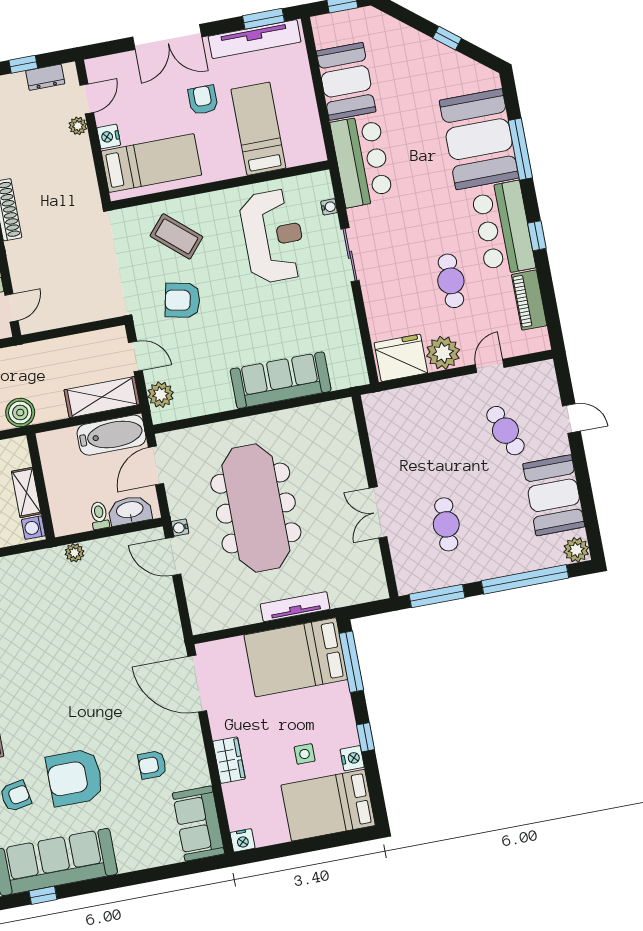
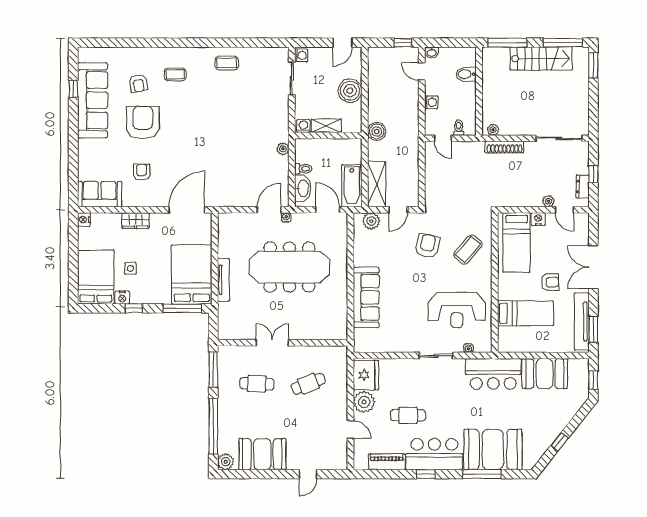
cafe table: (505, 431) -> (308, 384), moved

